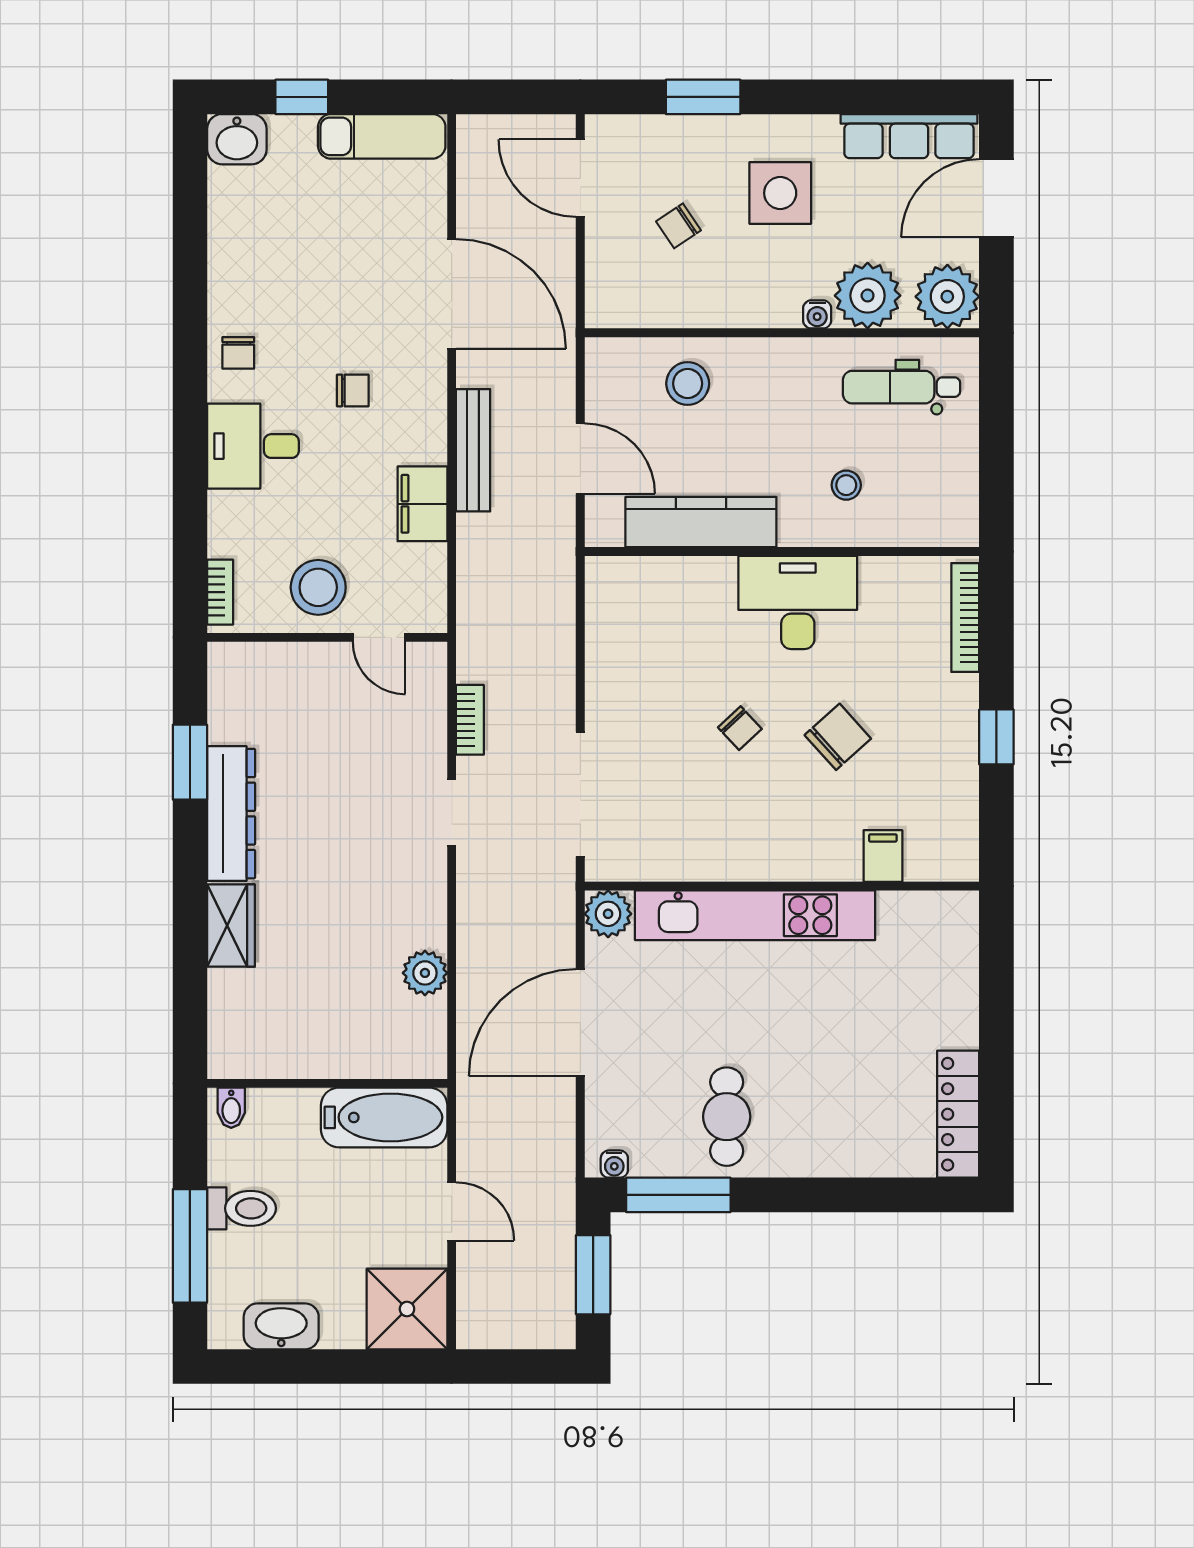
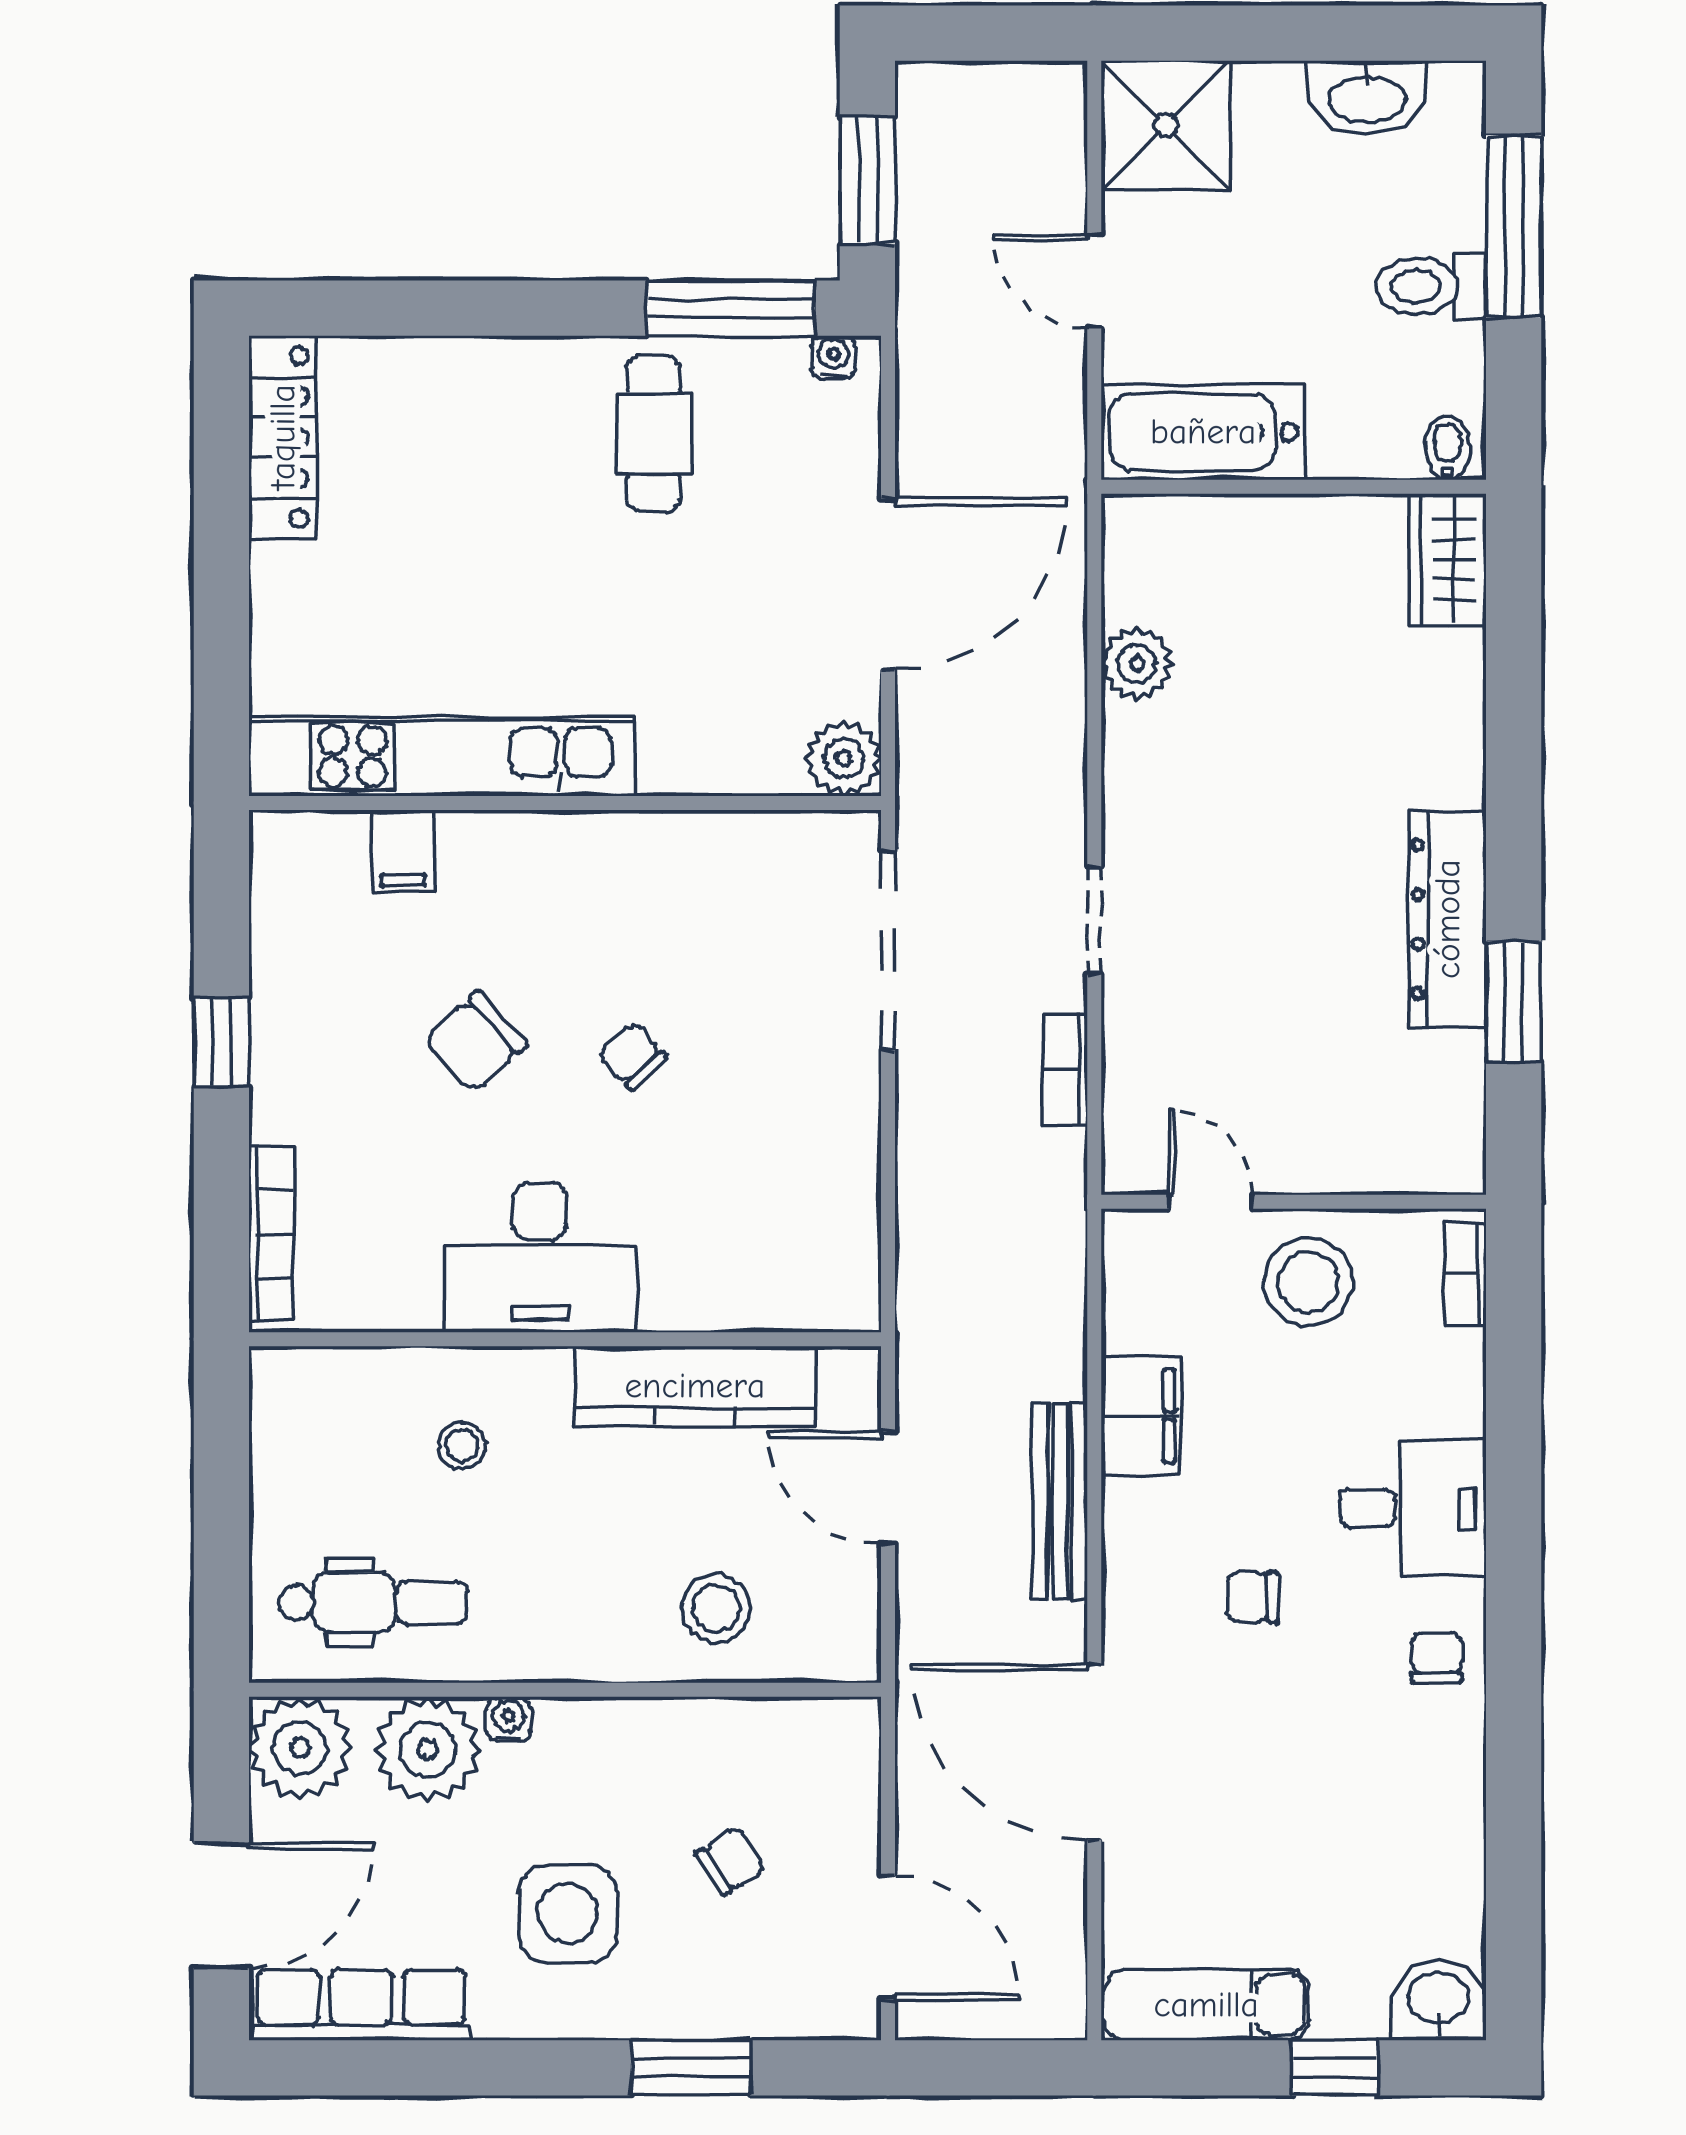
kitchen unit: (755, 915) -> (441, 756), moved
wardrobe: (231, 926) -> (1448, 560), moved

